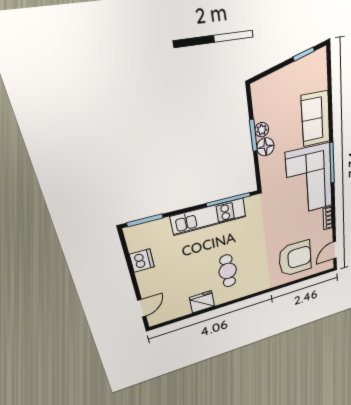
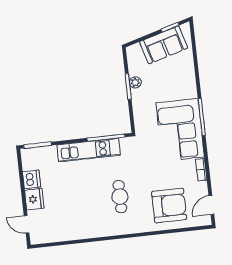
sofa: (316, 119) -> (164, 45), moved, turned -106
floor lamp: (265, 147) -> (139, 97), removed
cafe table: (228, 271) -> (120, 197), moved
fridge: (202, 302) -> (34, 199), moved, turned 90
door: (142, 308) -> (27, 224), swing flipped

